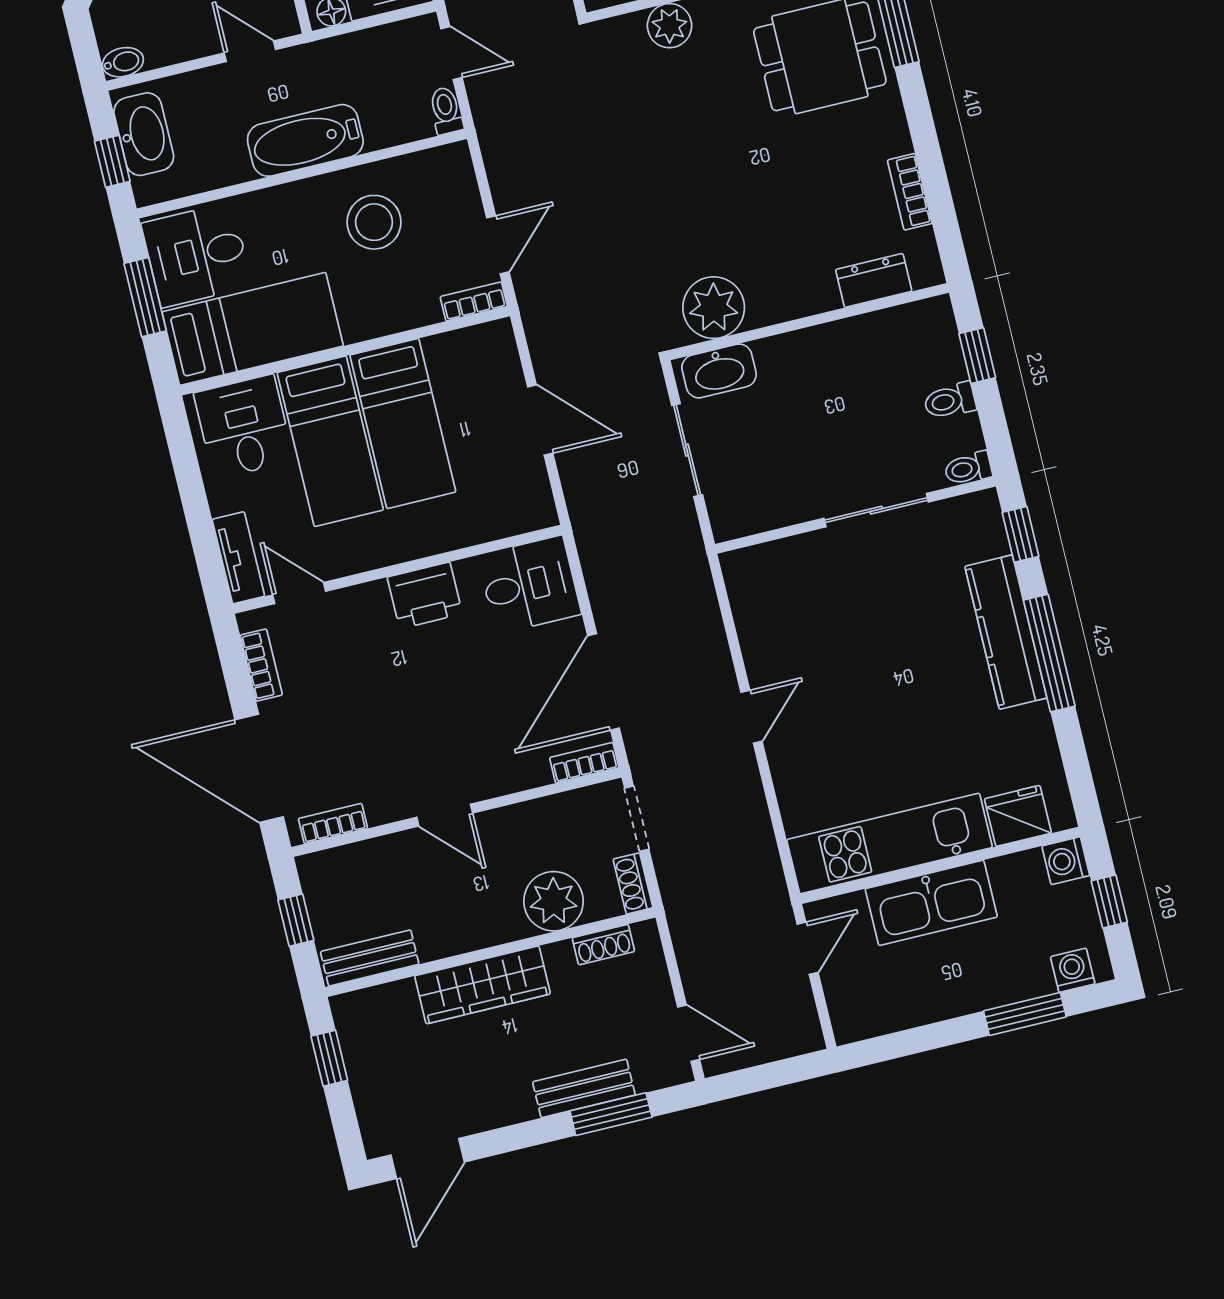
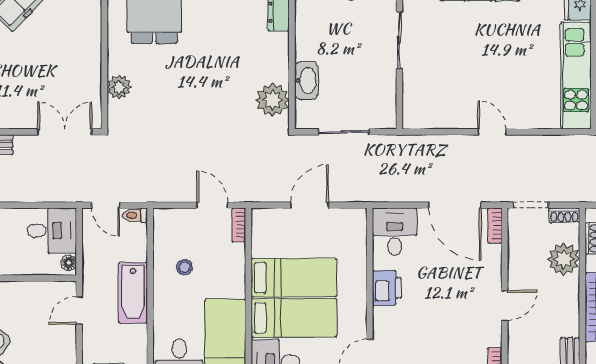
door: (451, 53) -> (106, 205), swing flipped
stool: (374, 222) -> (185, 267), width x0.53, depth x0.53
washbasin: (719, 371) -> (306, 80), moved

